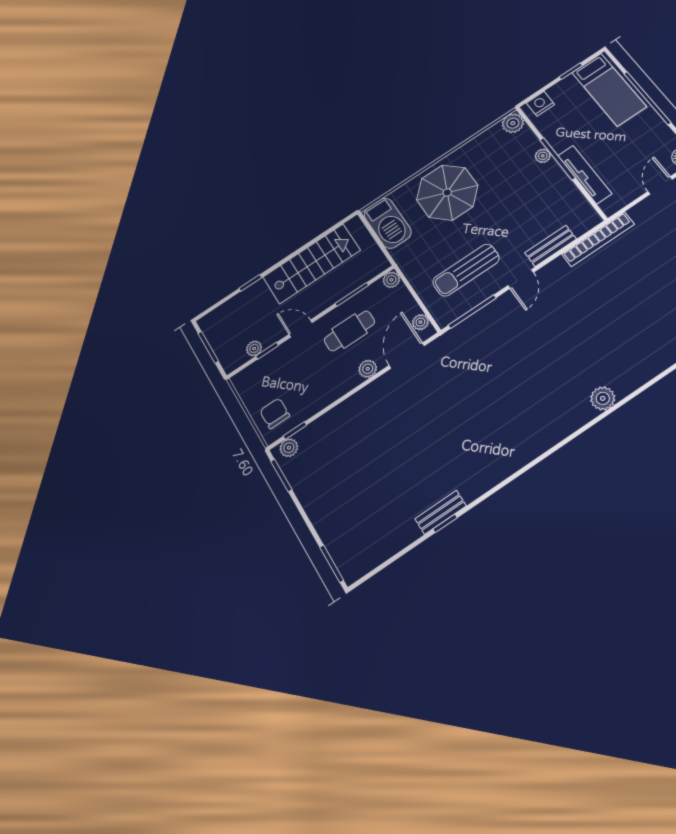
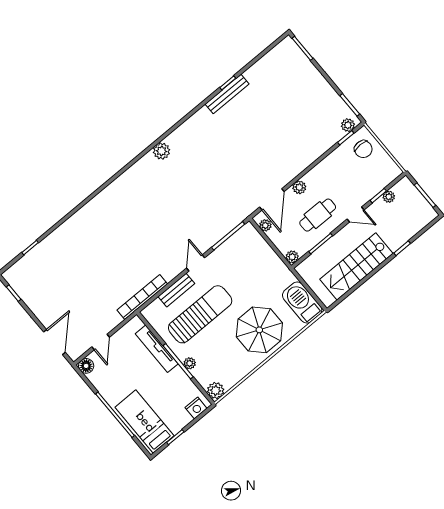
sun lounger: (466, 270) -> (200, 314), moved, width x1.36, depth x1.34
plant: (603, 398) -> (162, 151), moved
bench: (441, 512) -> (227, 94), width x1.36

